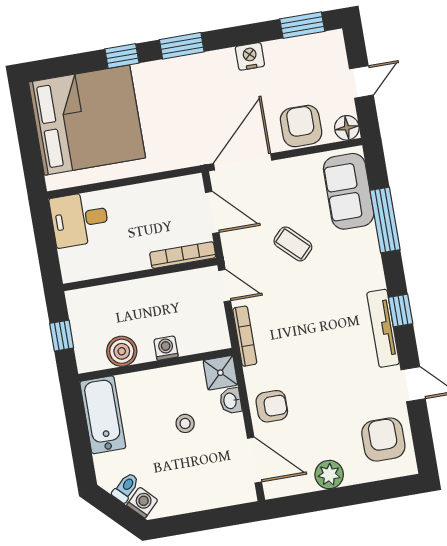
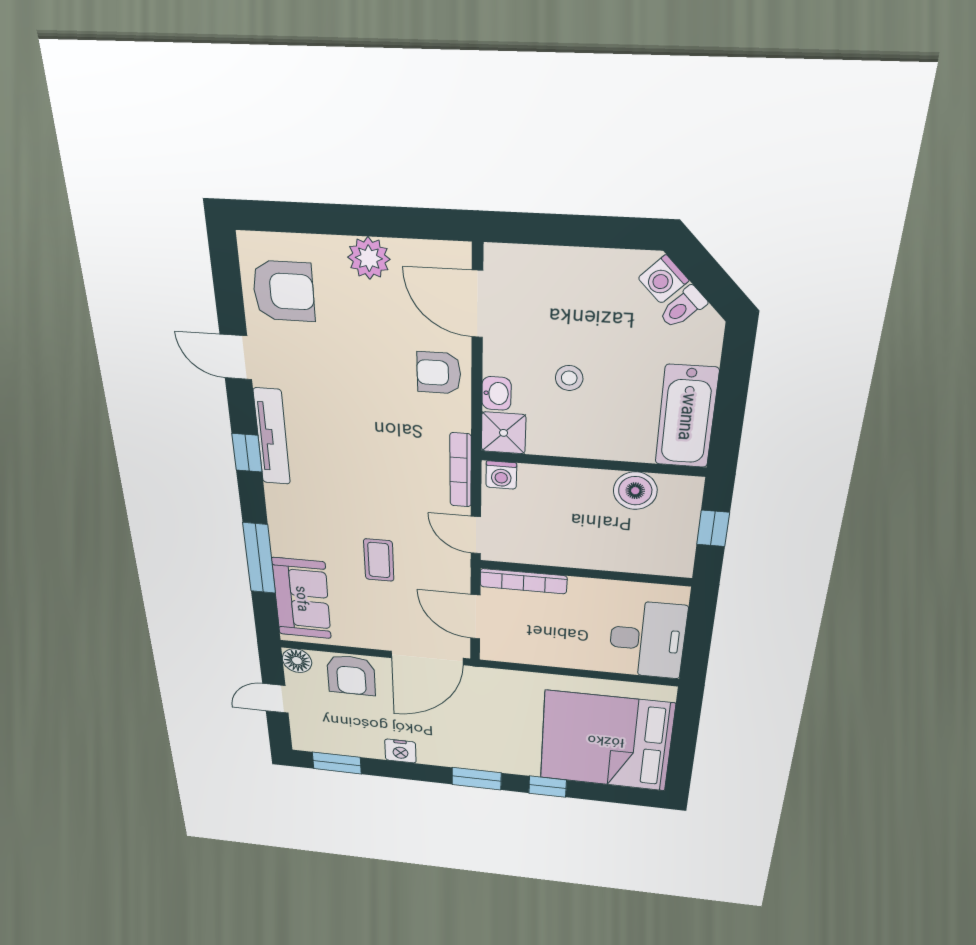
desk: (80, 219) -> (647, 640), width x1.37
coffee table: (293, 244) -> (379, 560), turned 46
washing machine: (166, 348) -> (501, 475), moved
armchair: (383, 440) -> (284, 291), turned -90

